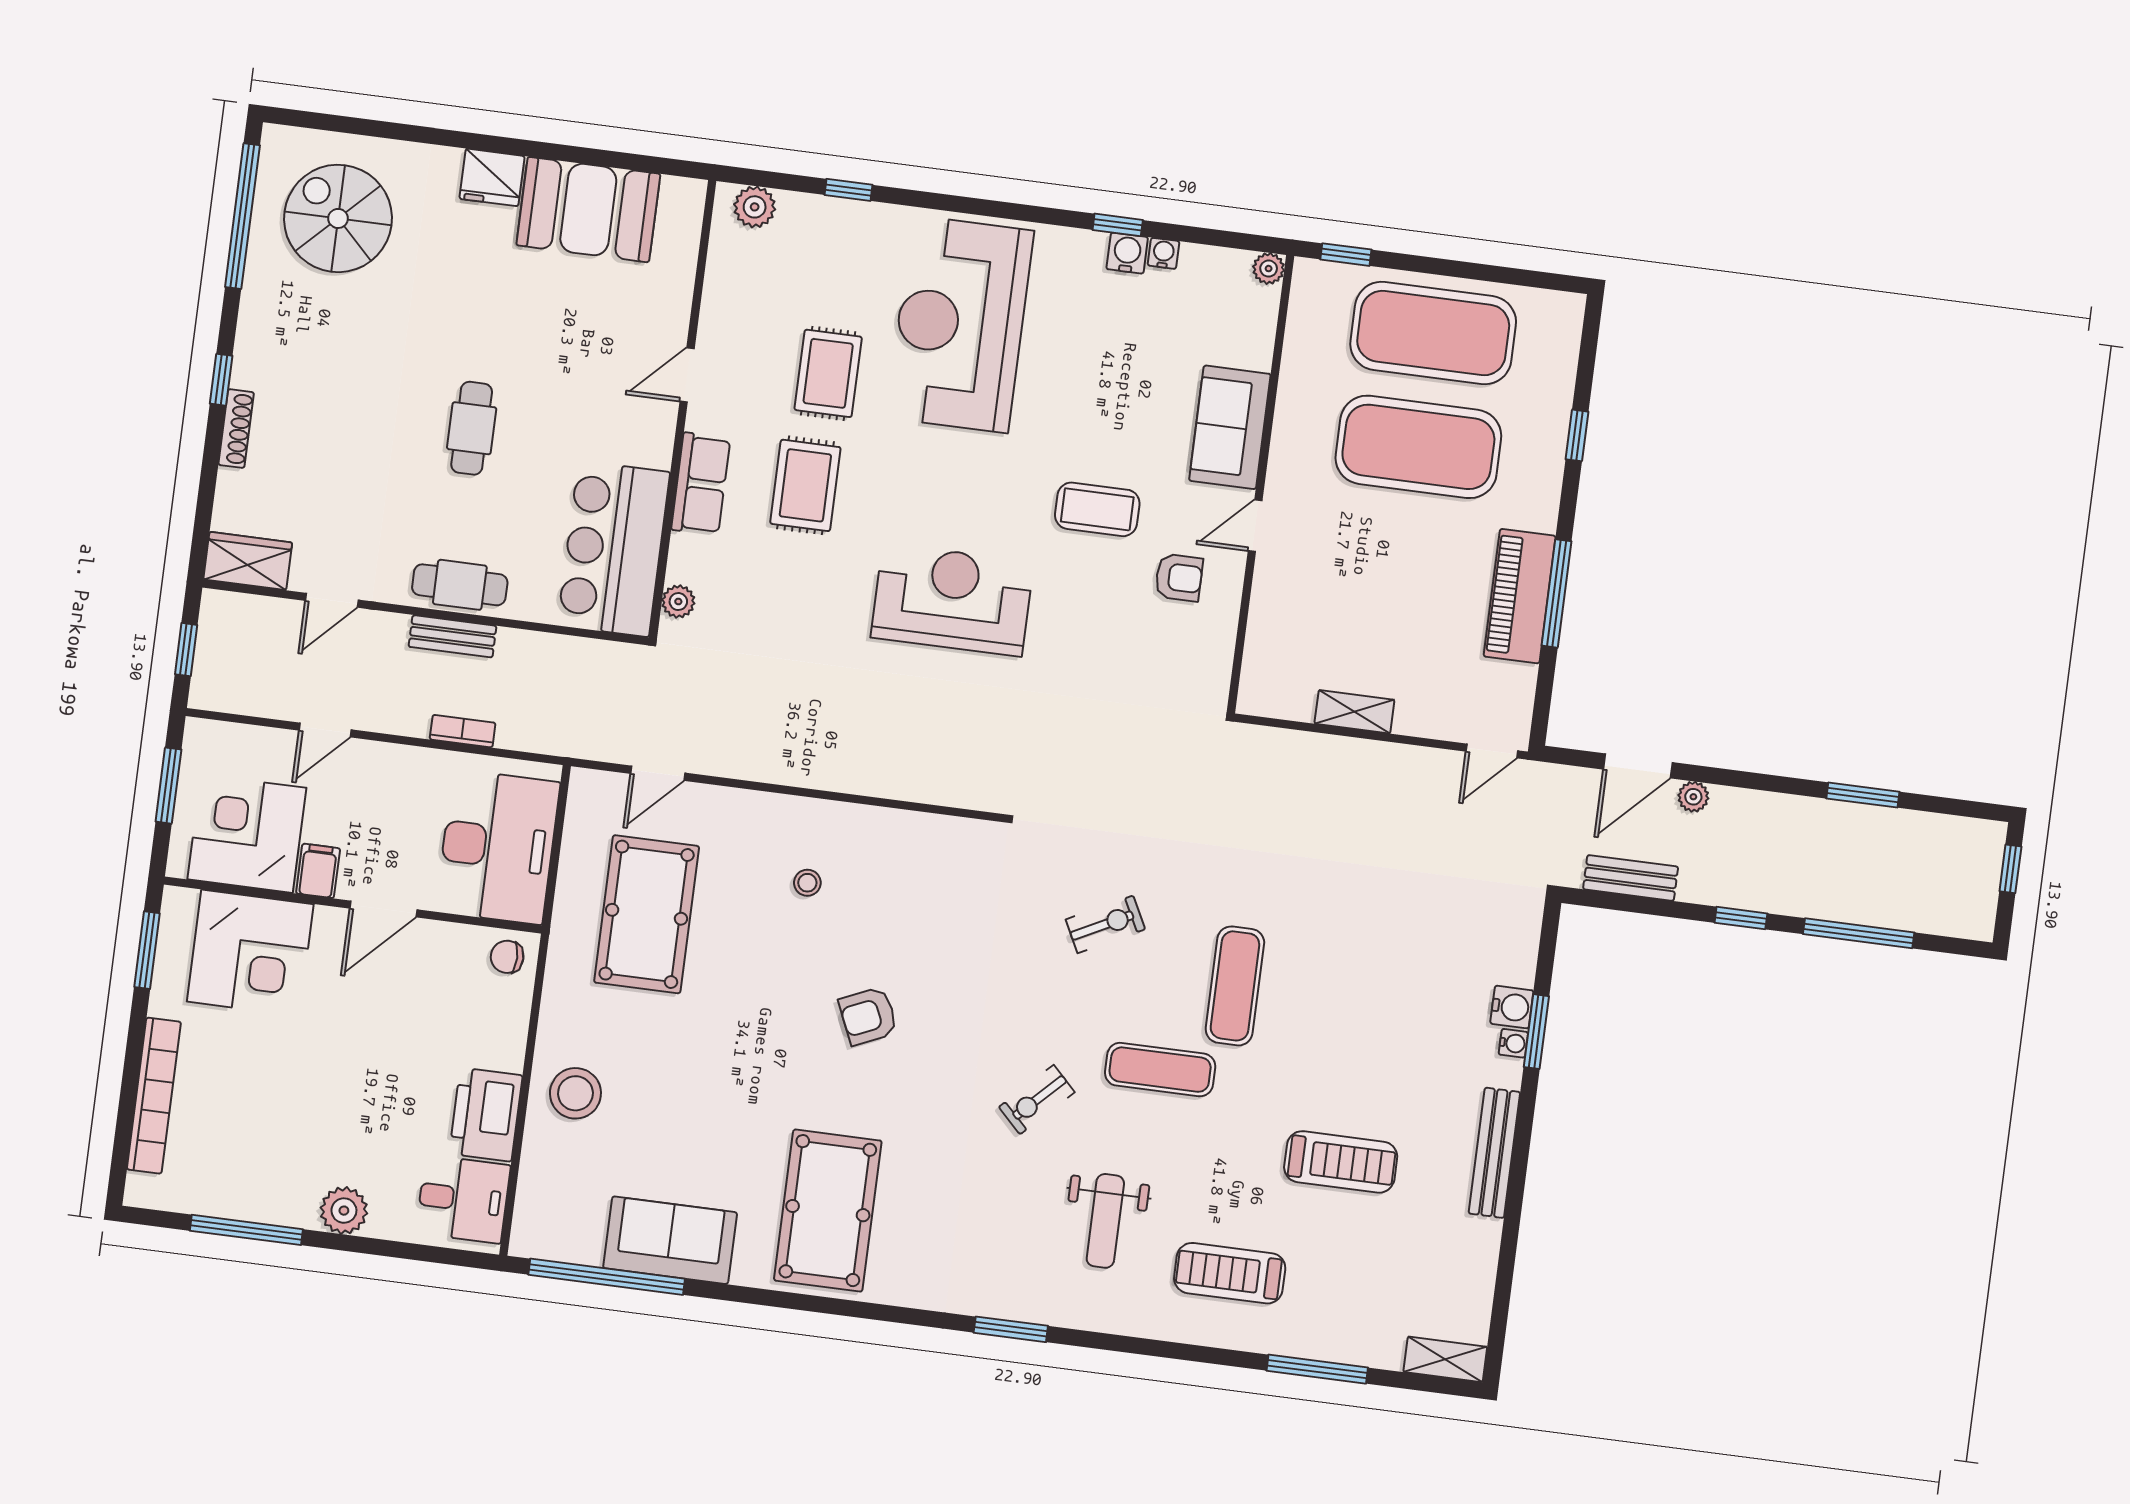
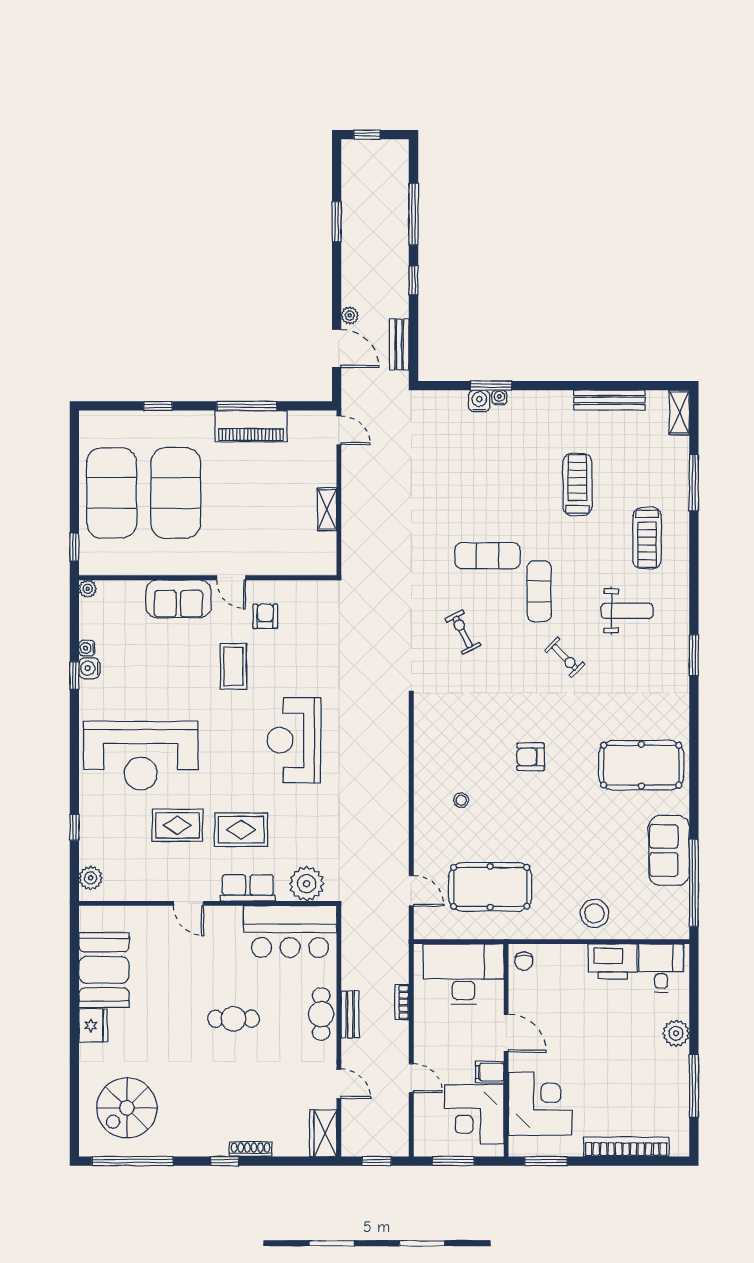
plant: (678, 602) -> (307, 884), width x1.88, depth x1.88
armchair: (868, 1016) -> (531, 757), turned 114
bench: (1494, 1153) -> (609, 400), moved

